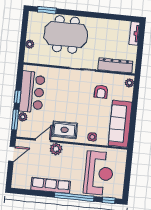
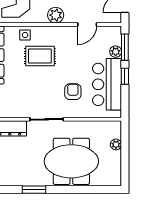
window: (47, 10) -> (34, 190), moved
armchair: (101, 92) -> (73, 92), moved
rug: (65, 130) -> (40, 56), moved
plant: (56, 149) -> (56, 15), moved

